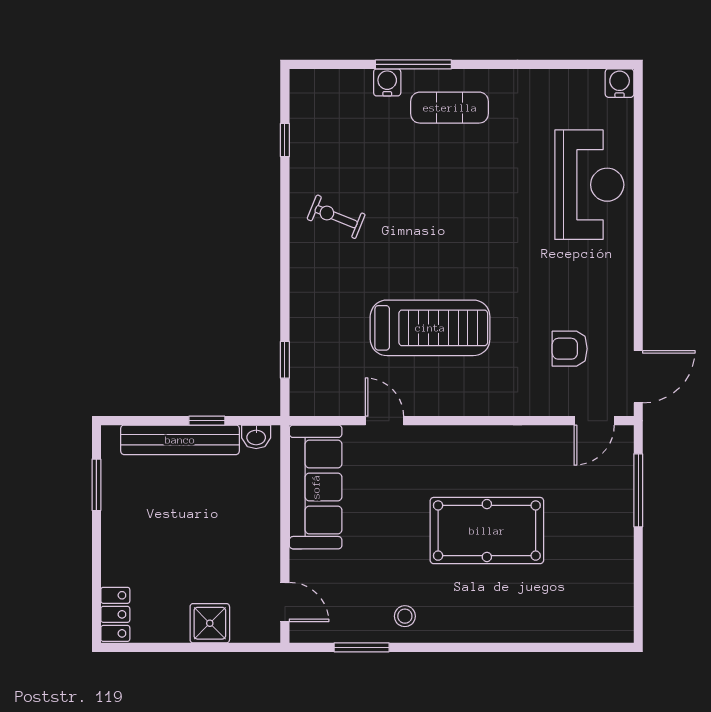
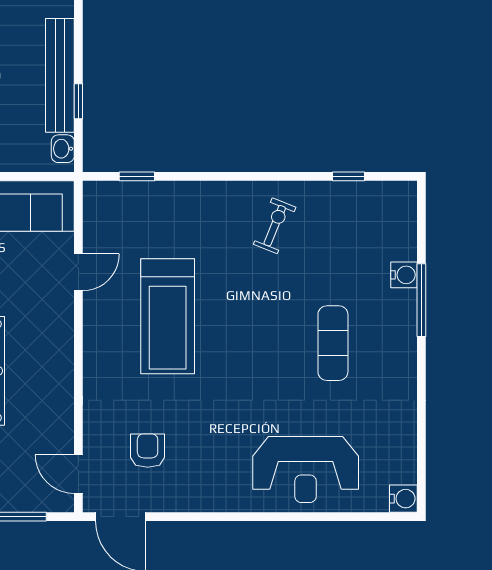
exercise mat: (450, 108) -> (333, 343), moved

